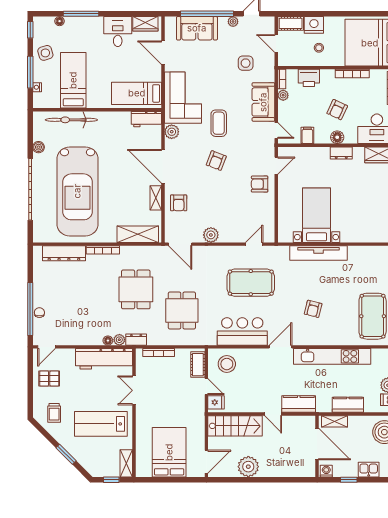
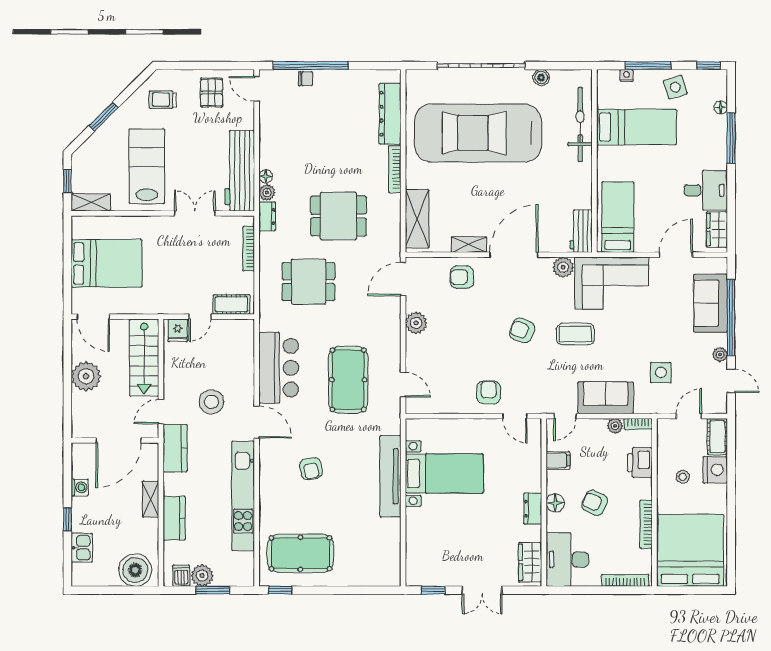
armchair: (313, 309) -> (311, 469), turned -114
stool: (227, 364) -> (211, 402), moved
door: (317, 444) -> (118, 440), moved
wall: (317, 446) -> (115, 440), moved

